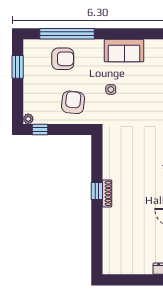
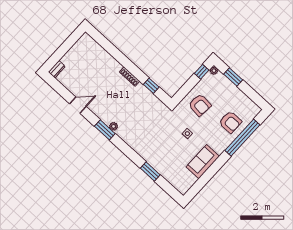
armchair: (63, 59) -> (230, 122), turned -90
window: (18, 67) -> (233, 77), moved
window: (97, 191) -> (151, 86), moved

